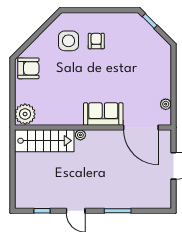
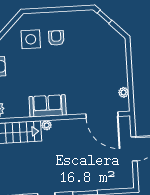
sofa: (103, 114) -> (48, 106), moved

